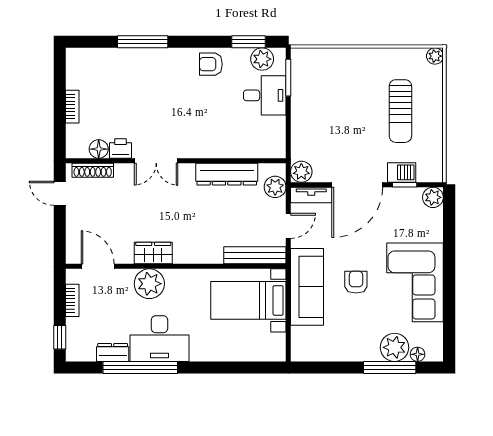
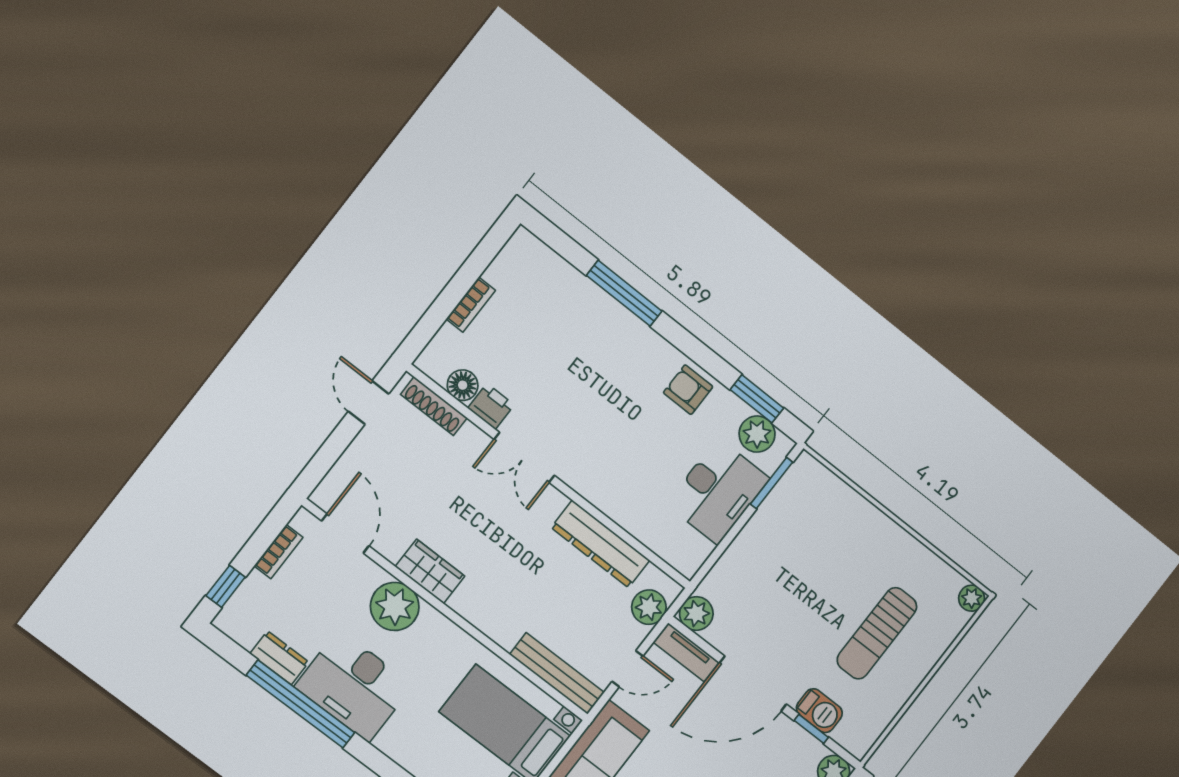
desk: (265, 95) -> (718, 491), width x1.37

